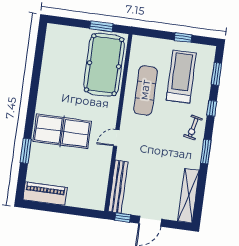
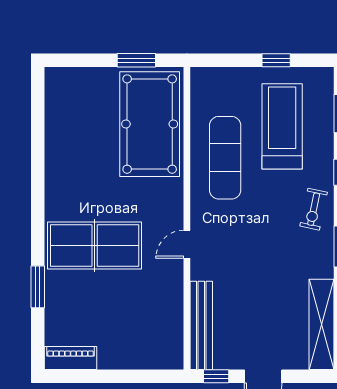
piano: (45, 194) -> (71, 358), width x0.73, depth x0.75

